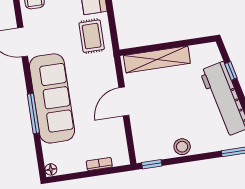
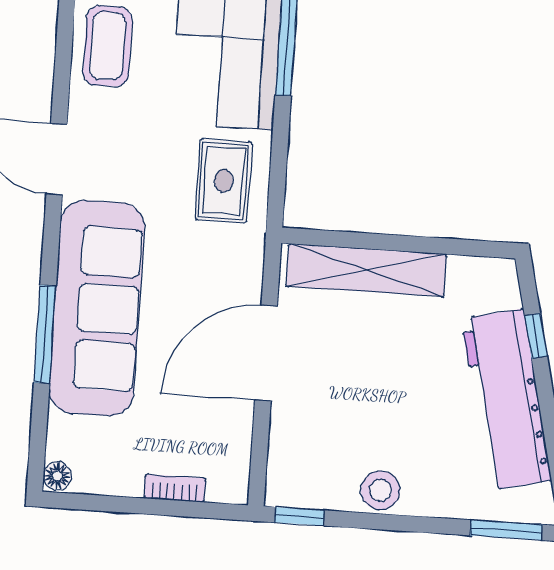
door: (124, 102) -> (266, 353), width x1.36

